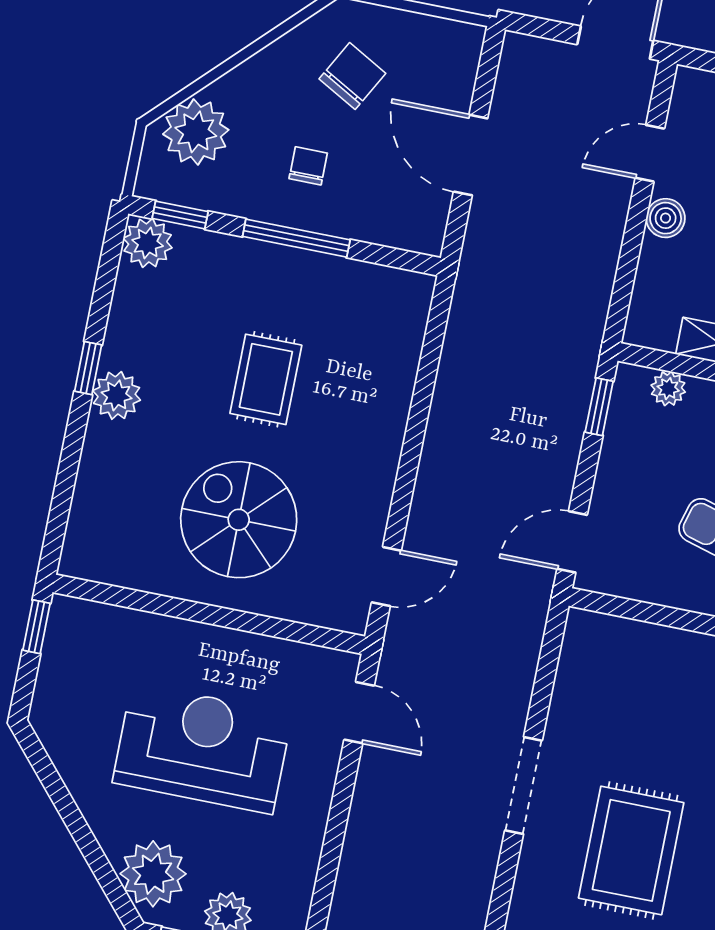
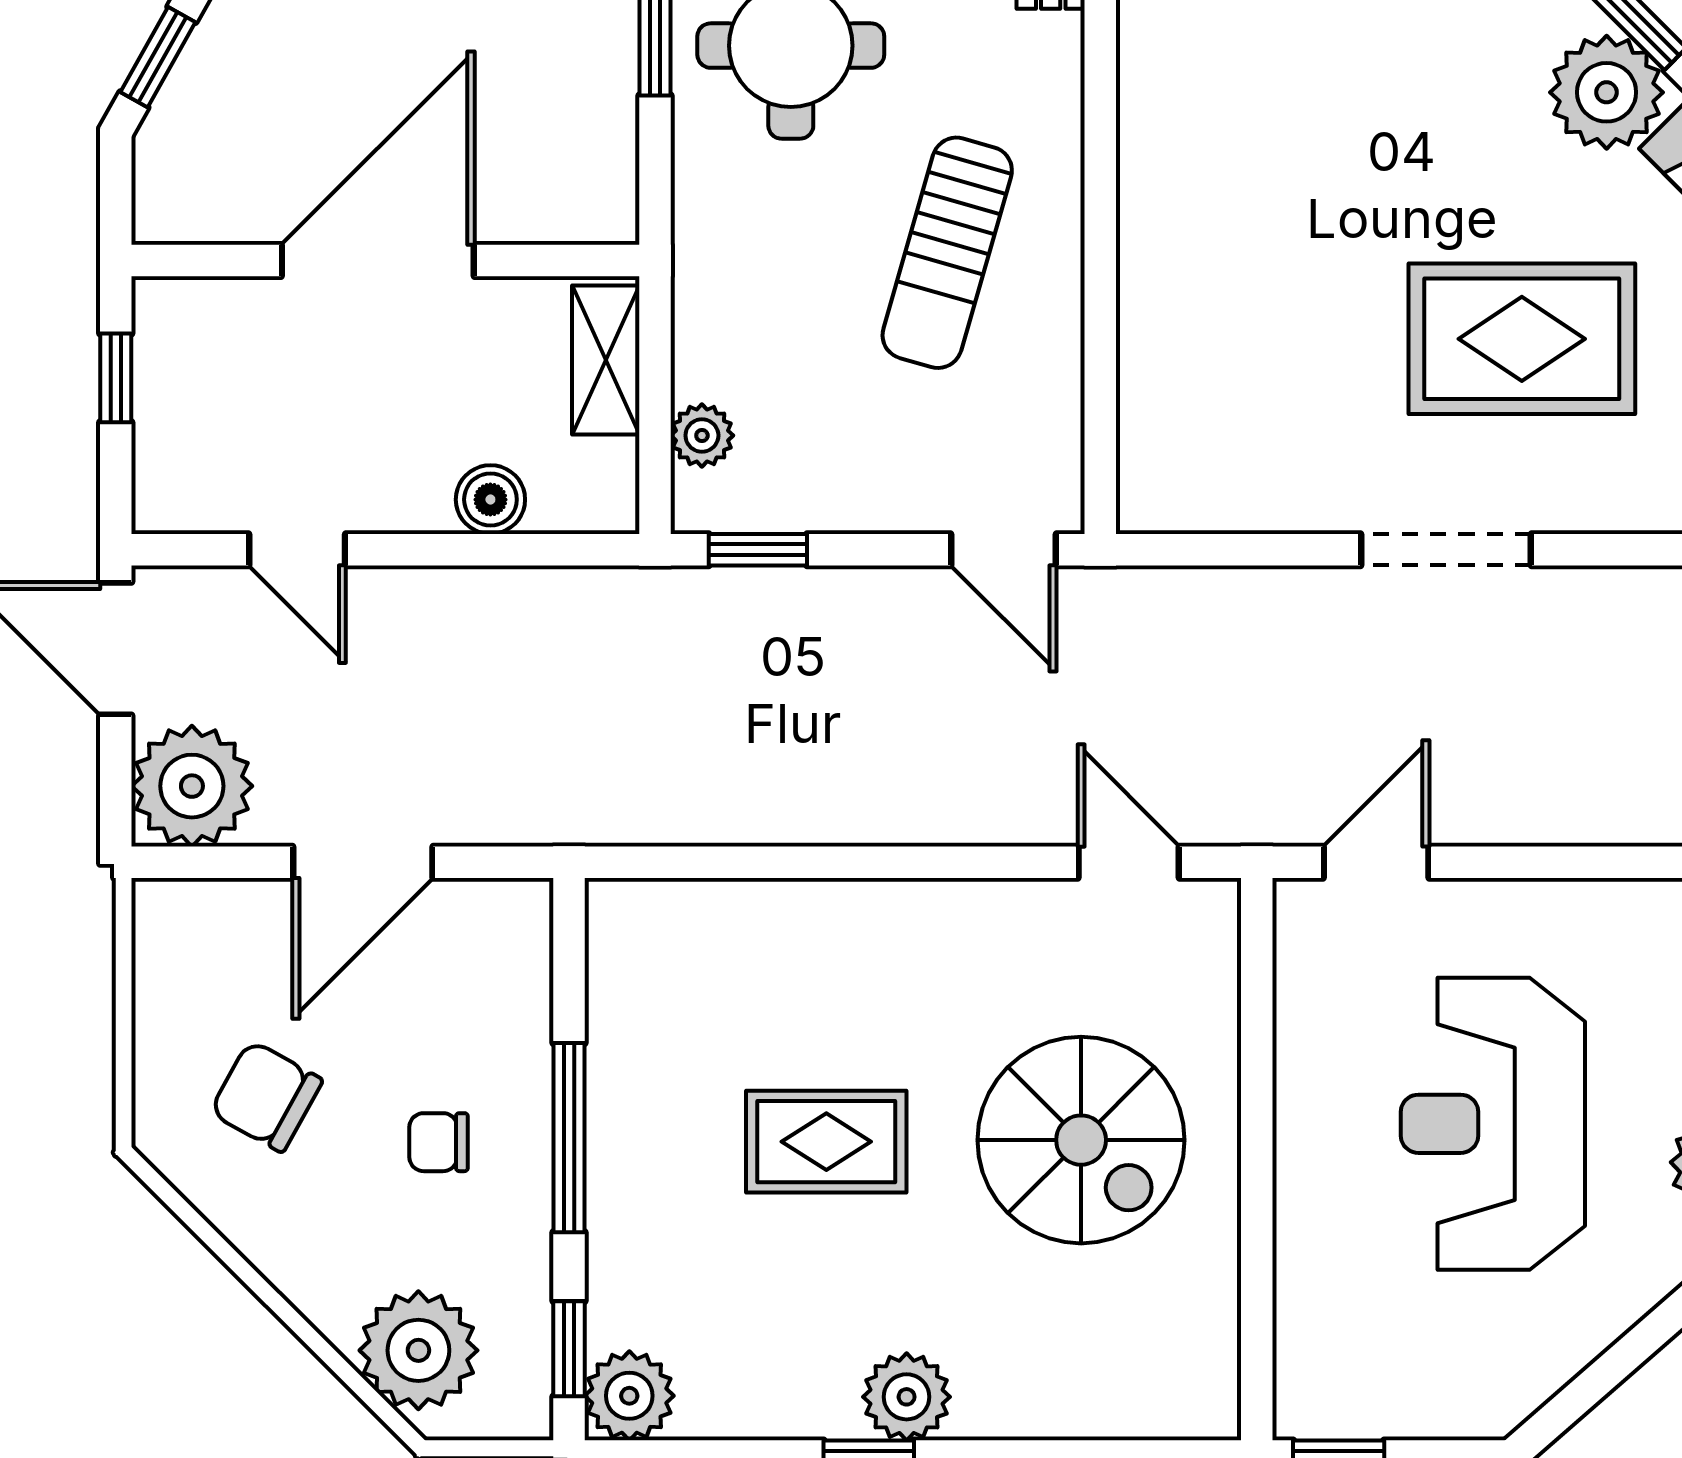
plant: (531, 69) -> (192, 786), added
boiler: (666, 218) -> (490, 500), moved
spiral stairs: (239, 520) -> (1081, 1140), turned -90

